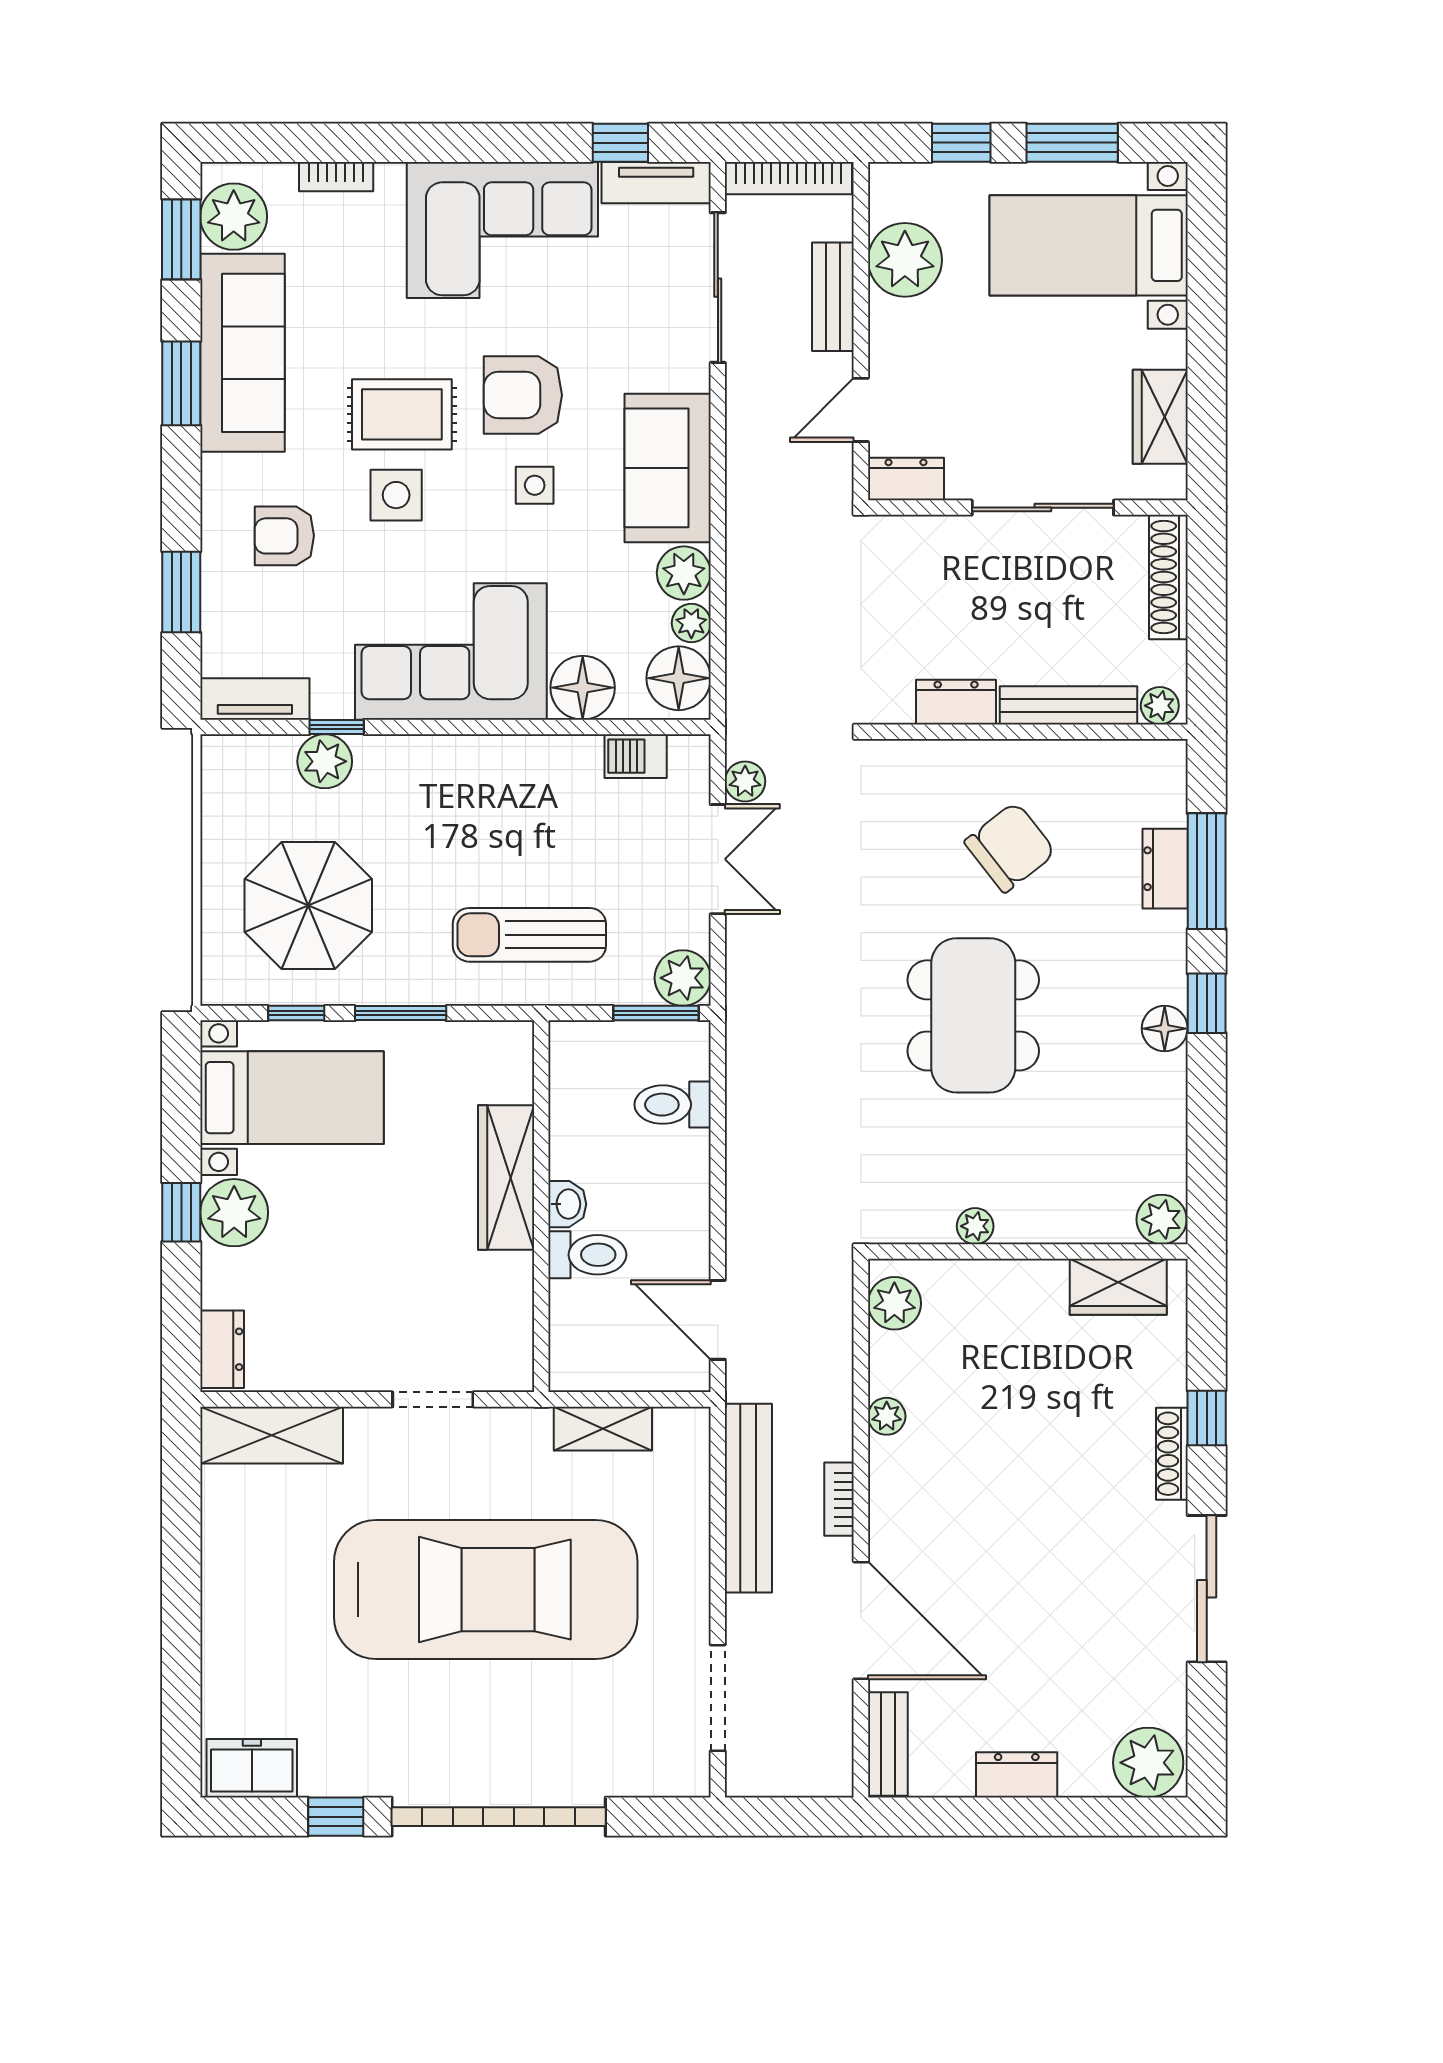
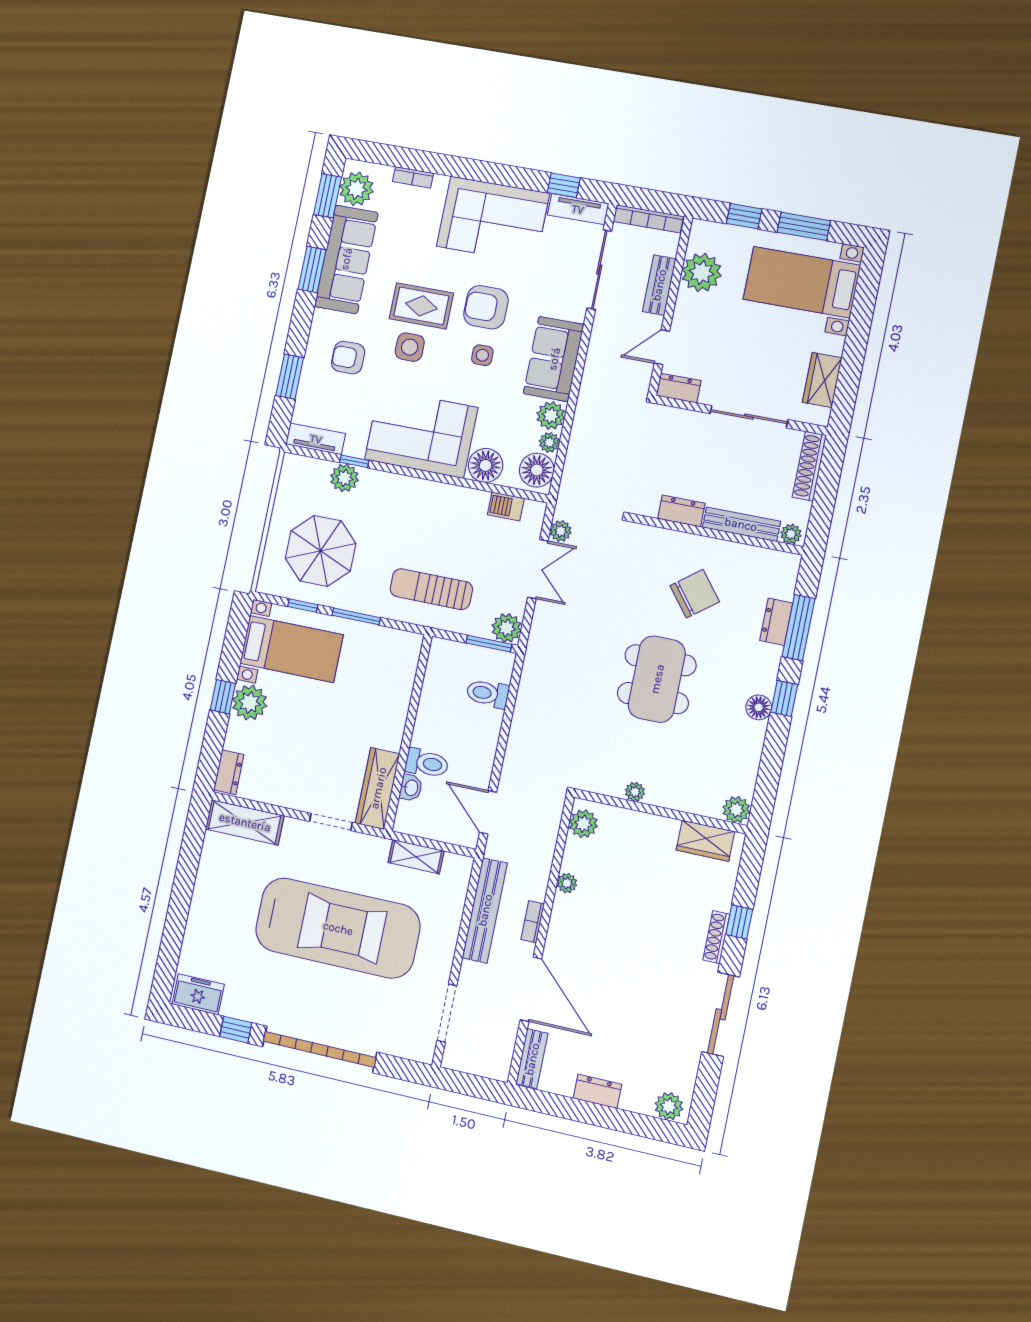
wardrobe: (506, 1177) -> (378, 788), moved
washbasin: (567, 1204) -> (411, 788), moved
plant: (1148, 1763) -> (669, 1106), width x0.73, depth x0.73

